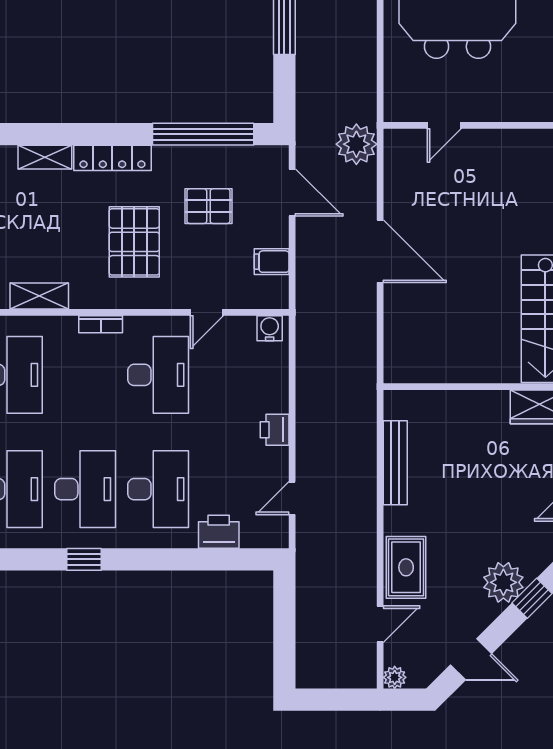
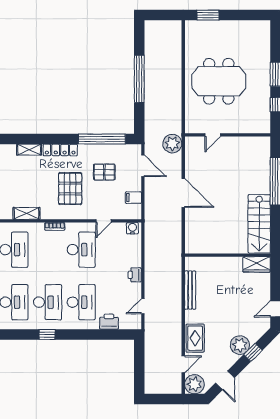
door: (471, 659) -> (225, 380), hinge flipped
plant: (395, 677) -> (194, 384), width x1.88, depth x1.88

